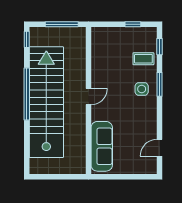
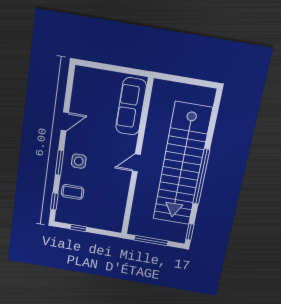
door: (159, 148) -> (65, 121), moved

